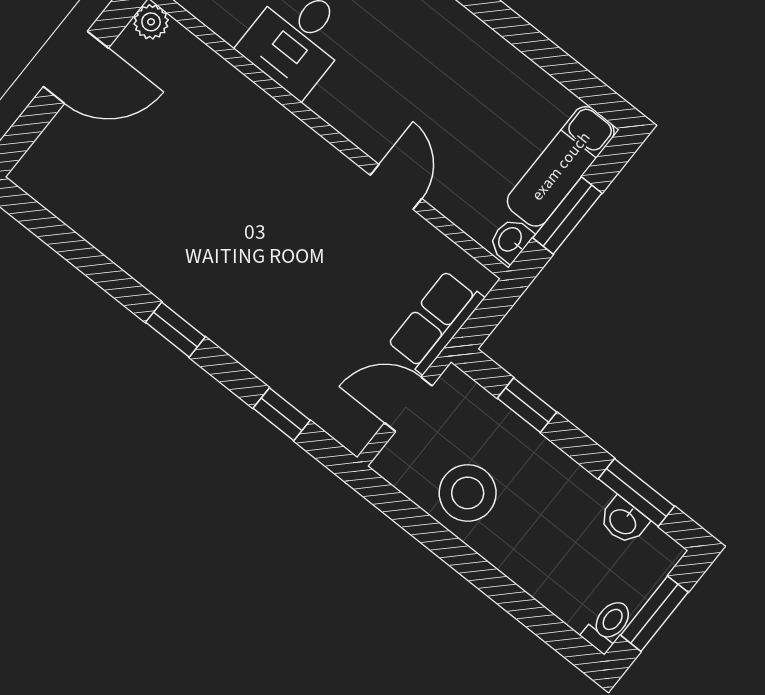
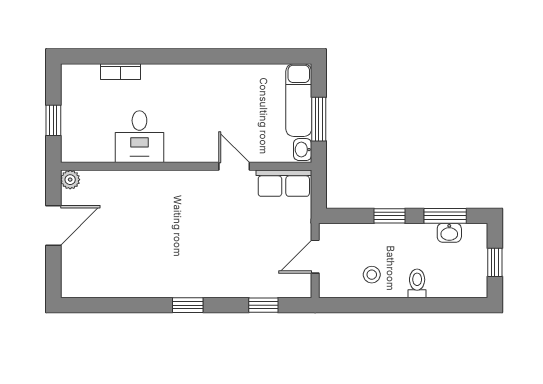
row of seats: (435, 322) -> (284, 183), moved, turned -90
window: (527, 405) -> (389, 216), moved
stool: (468, 493) -> (372, 275), width x0.53, depth x0.53
window: (654, 614) -> (495, 262), width x0.67
toilet: (608, 625) -> (417, 283), moved

